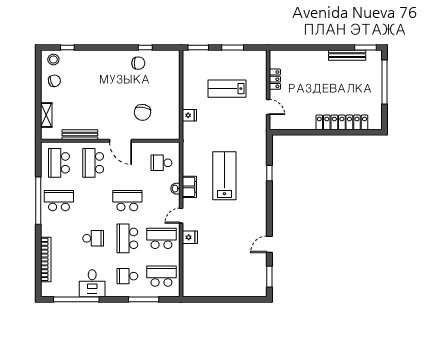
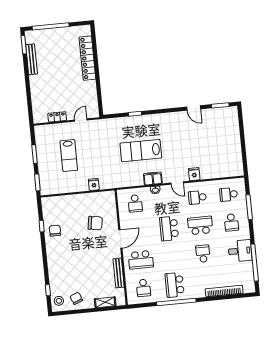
school desk: (59, 163) -> (144, 288), width x0.54
school desk: (127, 238) -> (200, 225), turned 180
school desk: (161, 238) -> (197, 197), width x0.54
school desk: (161, 276) -> (229, 194), width x0.54

